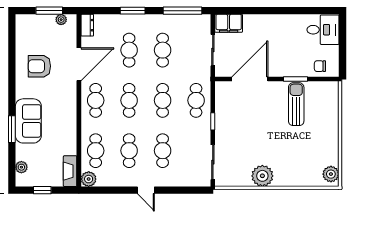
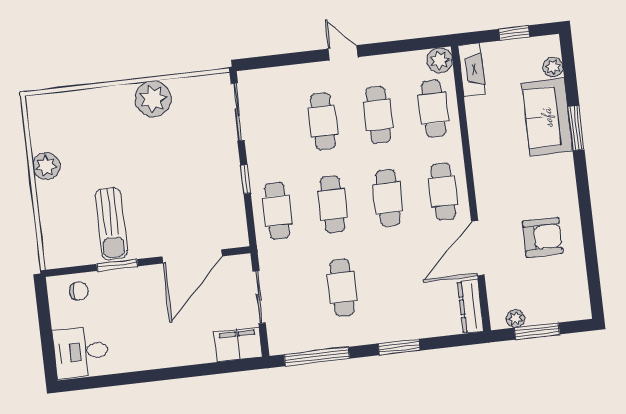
dresser: (87, 25) -> (471, 306), width x1.44
cafe table: (129, 50) -> (397, 281), removed
sofa: (28, 121) -> (547, 117), moved
plant: (331, 174) -> (46, 166), moved

